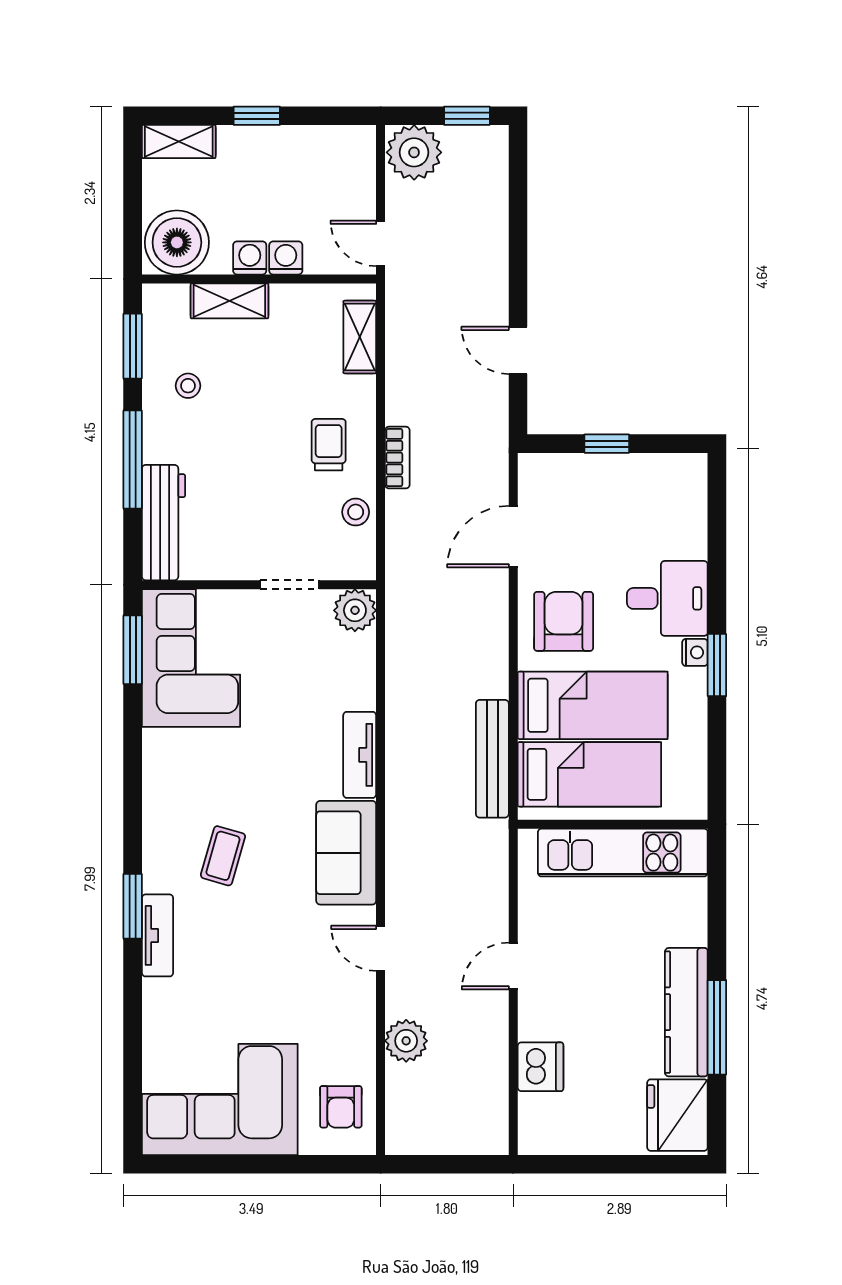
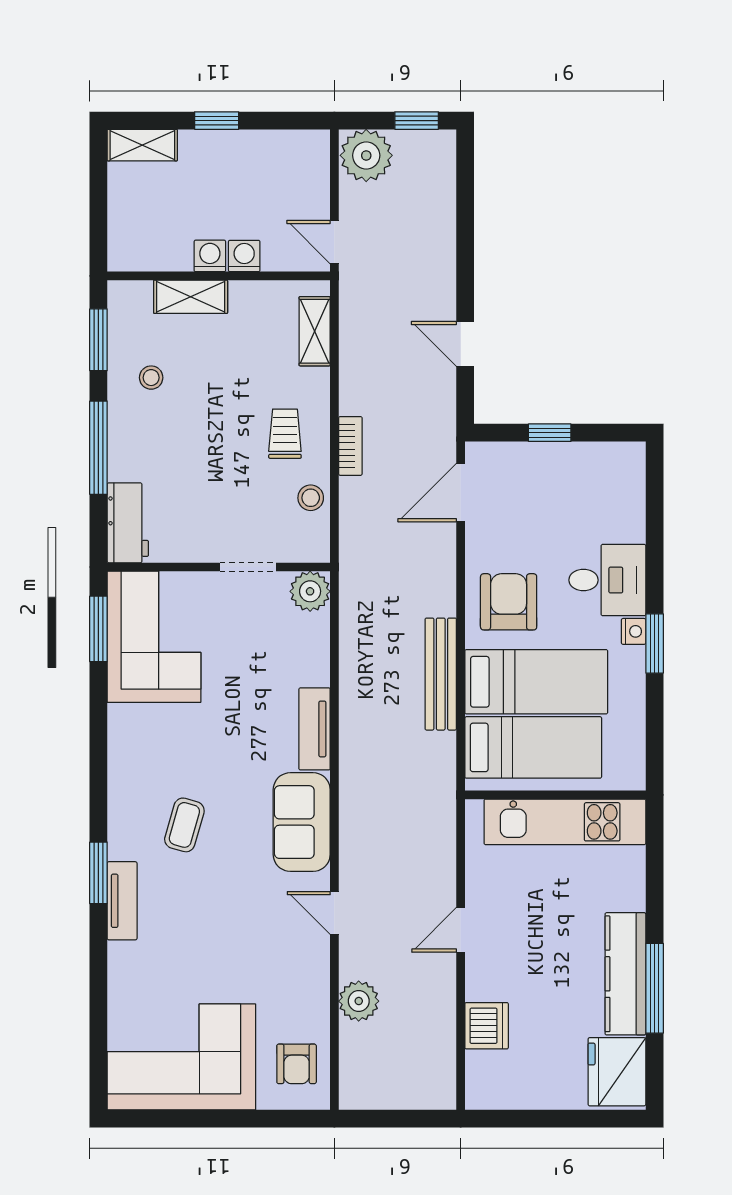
boiler: (177, 242) -> (141, 241), removed
workbench: (164, 523) -> (128, 523), width x0.73
door: (513, 537) -> (461, 493), moved
bench: (492, 759) -> (441, 674), moved

